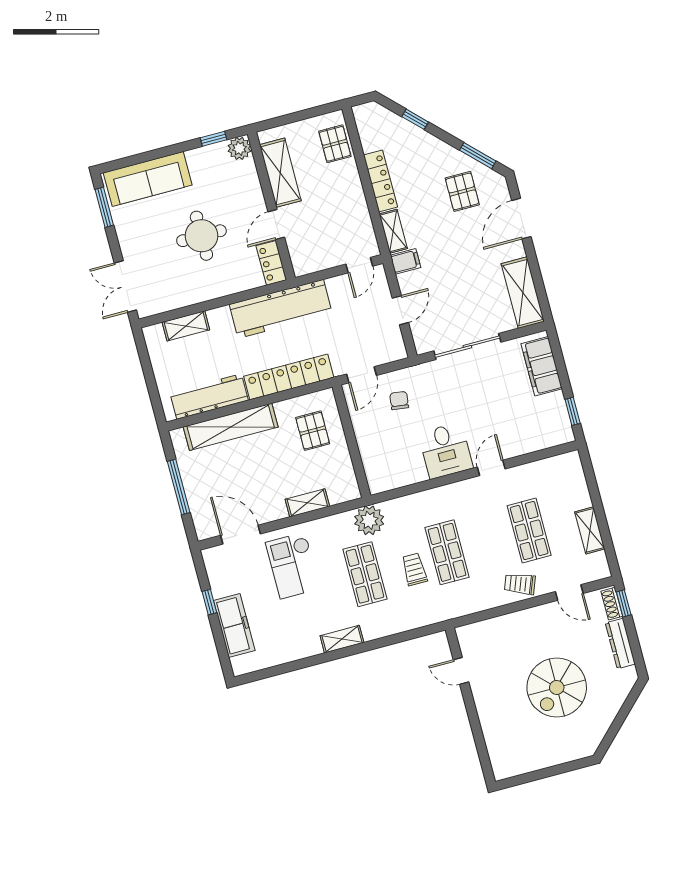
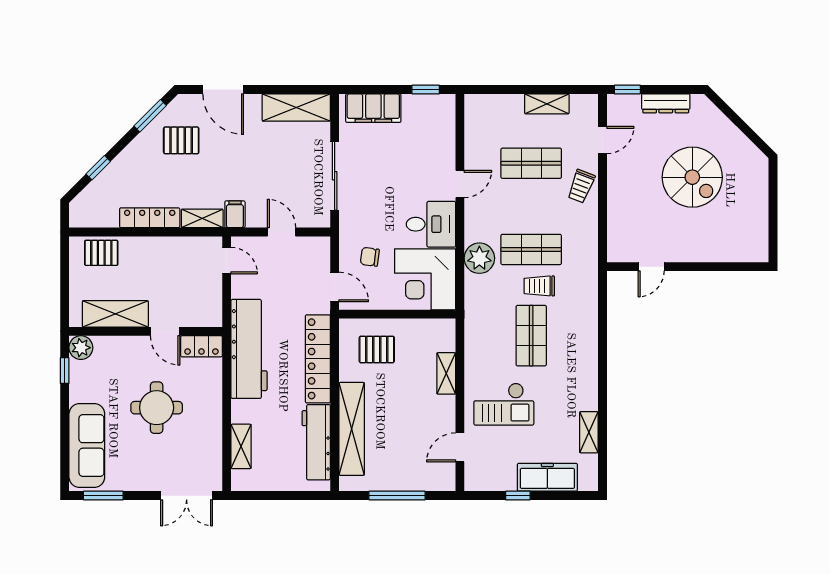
corner desk: (392, 459) -> (425, 279), added
door: (491, 468) -> (460, 184), swing flipped
plant: (369, 520) -> (479, 258), moved
door: (240, 535) -> (460, 447), width x0.73
shop shelf: (365, 574) -> (531, 336), turned 90
shoe rack: (612, 604) -> (625, 101), removed
shelving: (342, 639) -> (589, 432), moved

